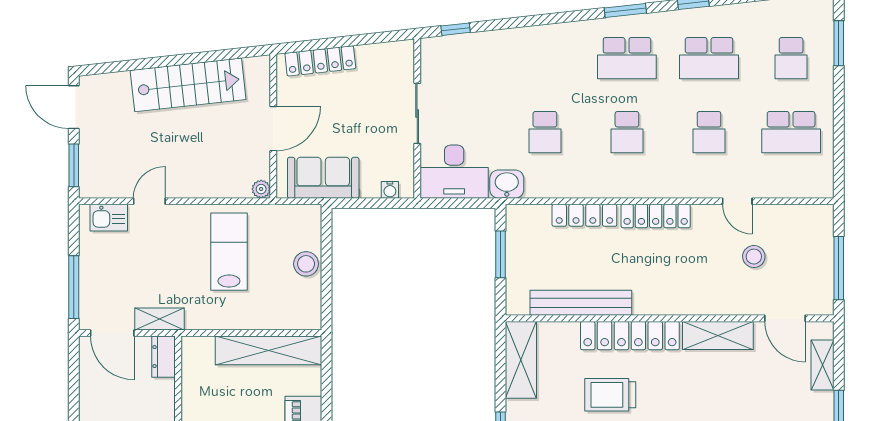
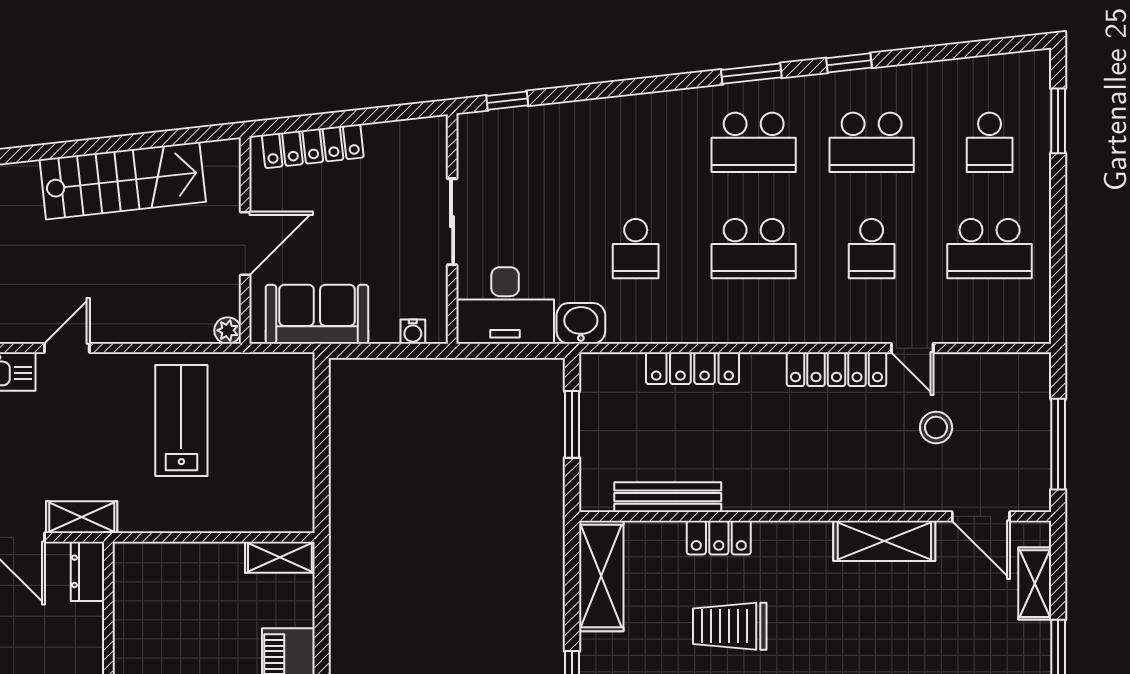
school desk: (627, 132) -> (754, 249), width x1.85
locker: (656, 216) -> (836, 369), moved
stool: (306, 264) -> (292, 438), removed
bench: (581, 303) -> (668, 497), width x0.73, depth x0.82
locker: (630, 336) -> (719, 538), width x0.46, depth x0.83
shelving: (268, 350) -> (280, 557), width x0.45, depth x0.75

